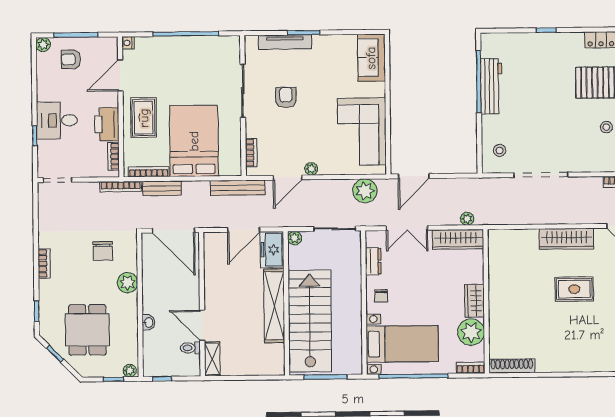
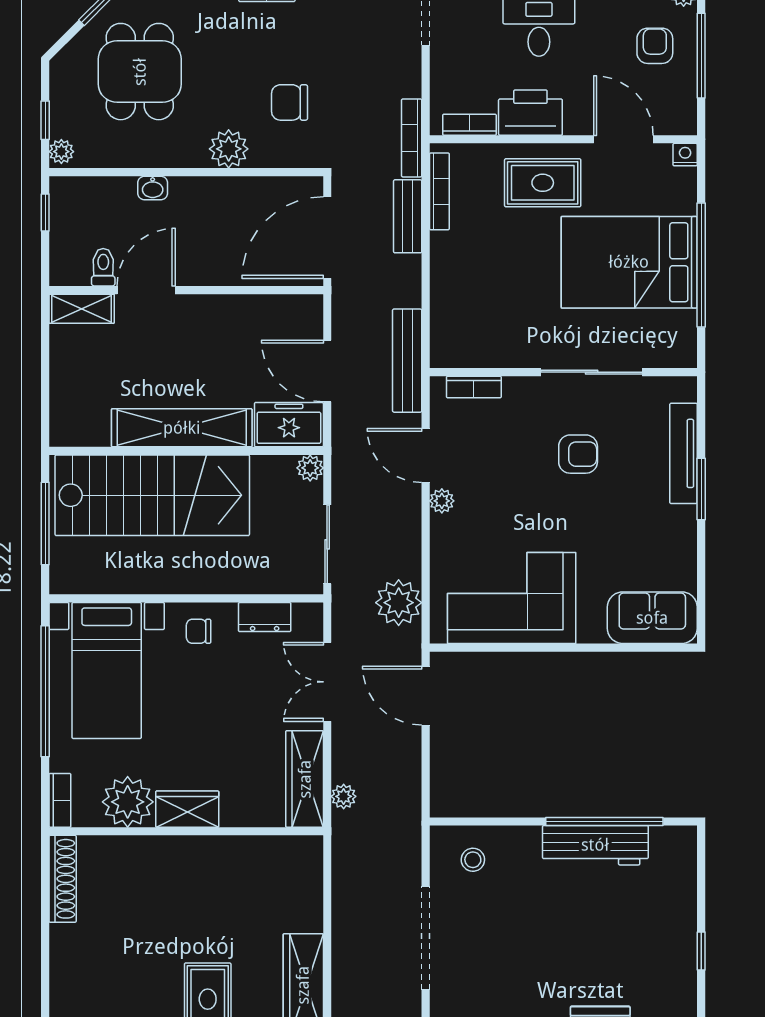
bed: (194, 141) -> (629, 262), moved, turned 180
dining table: (87, 330) -> (140, 72), turned 90

